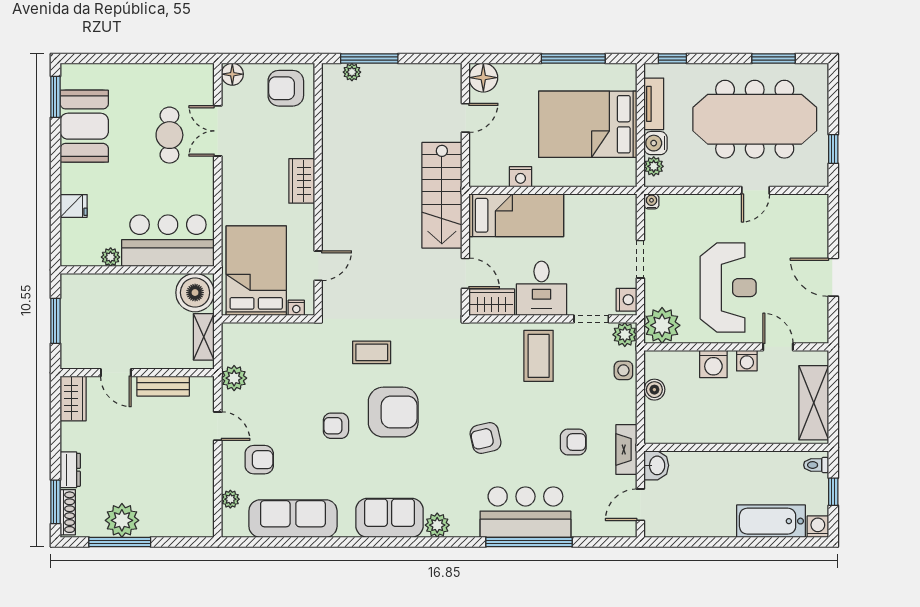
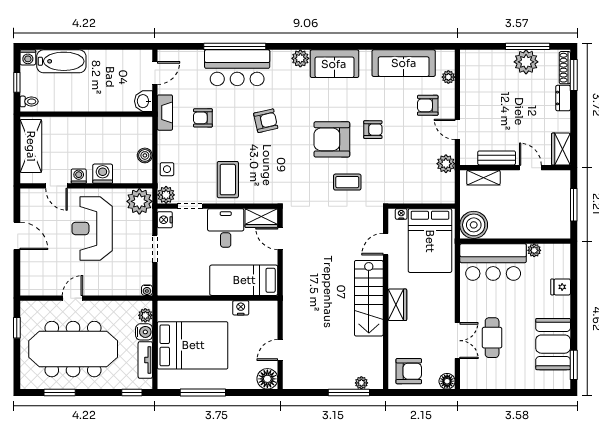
stairs: (442, 195) -> (369, 298), moved, turned 180
shelving: (204, 337) -> (483, 178), moved, turned 90

